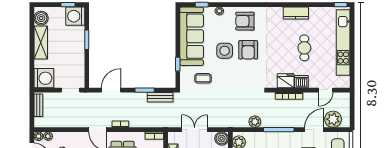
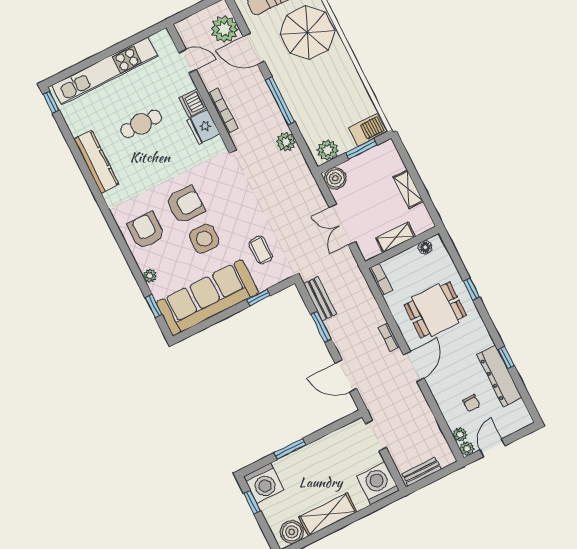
kitchen counter: (296, 13) -> (96, 162), width x1.50
armchair: (245, 21) -> (146, 231), turned 180

